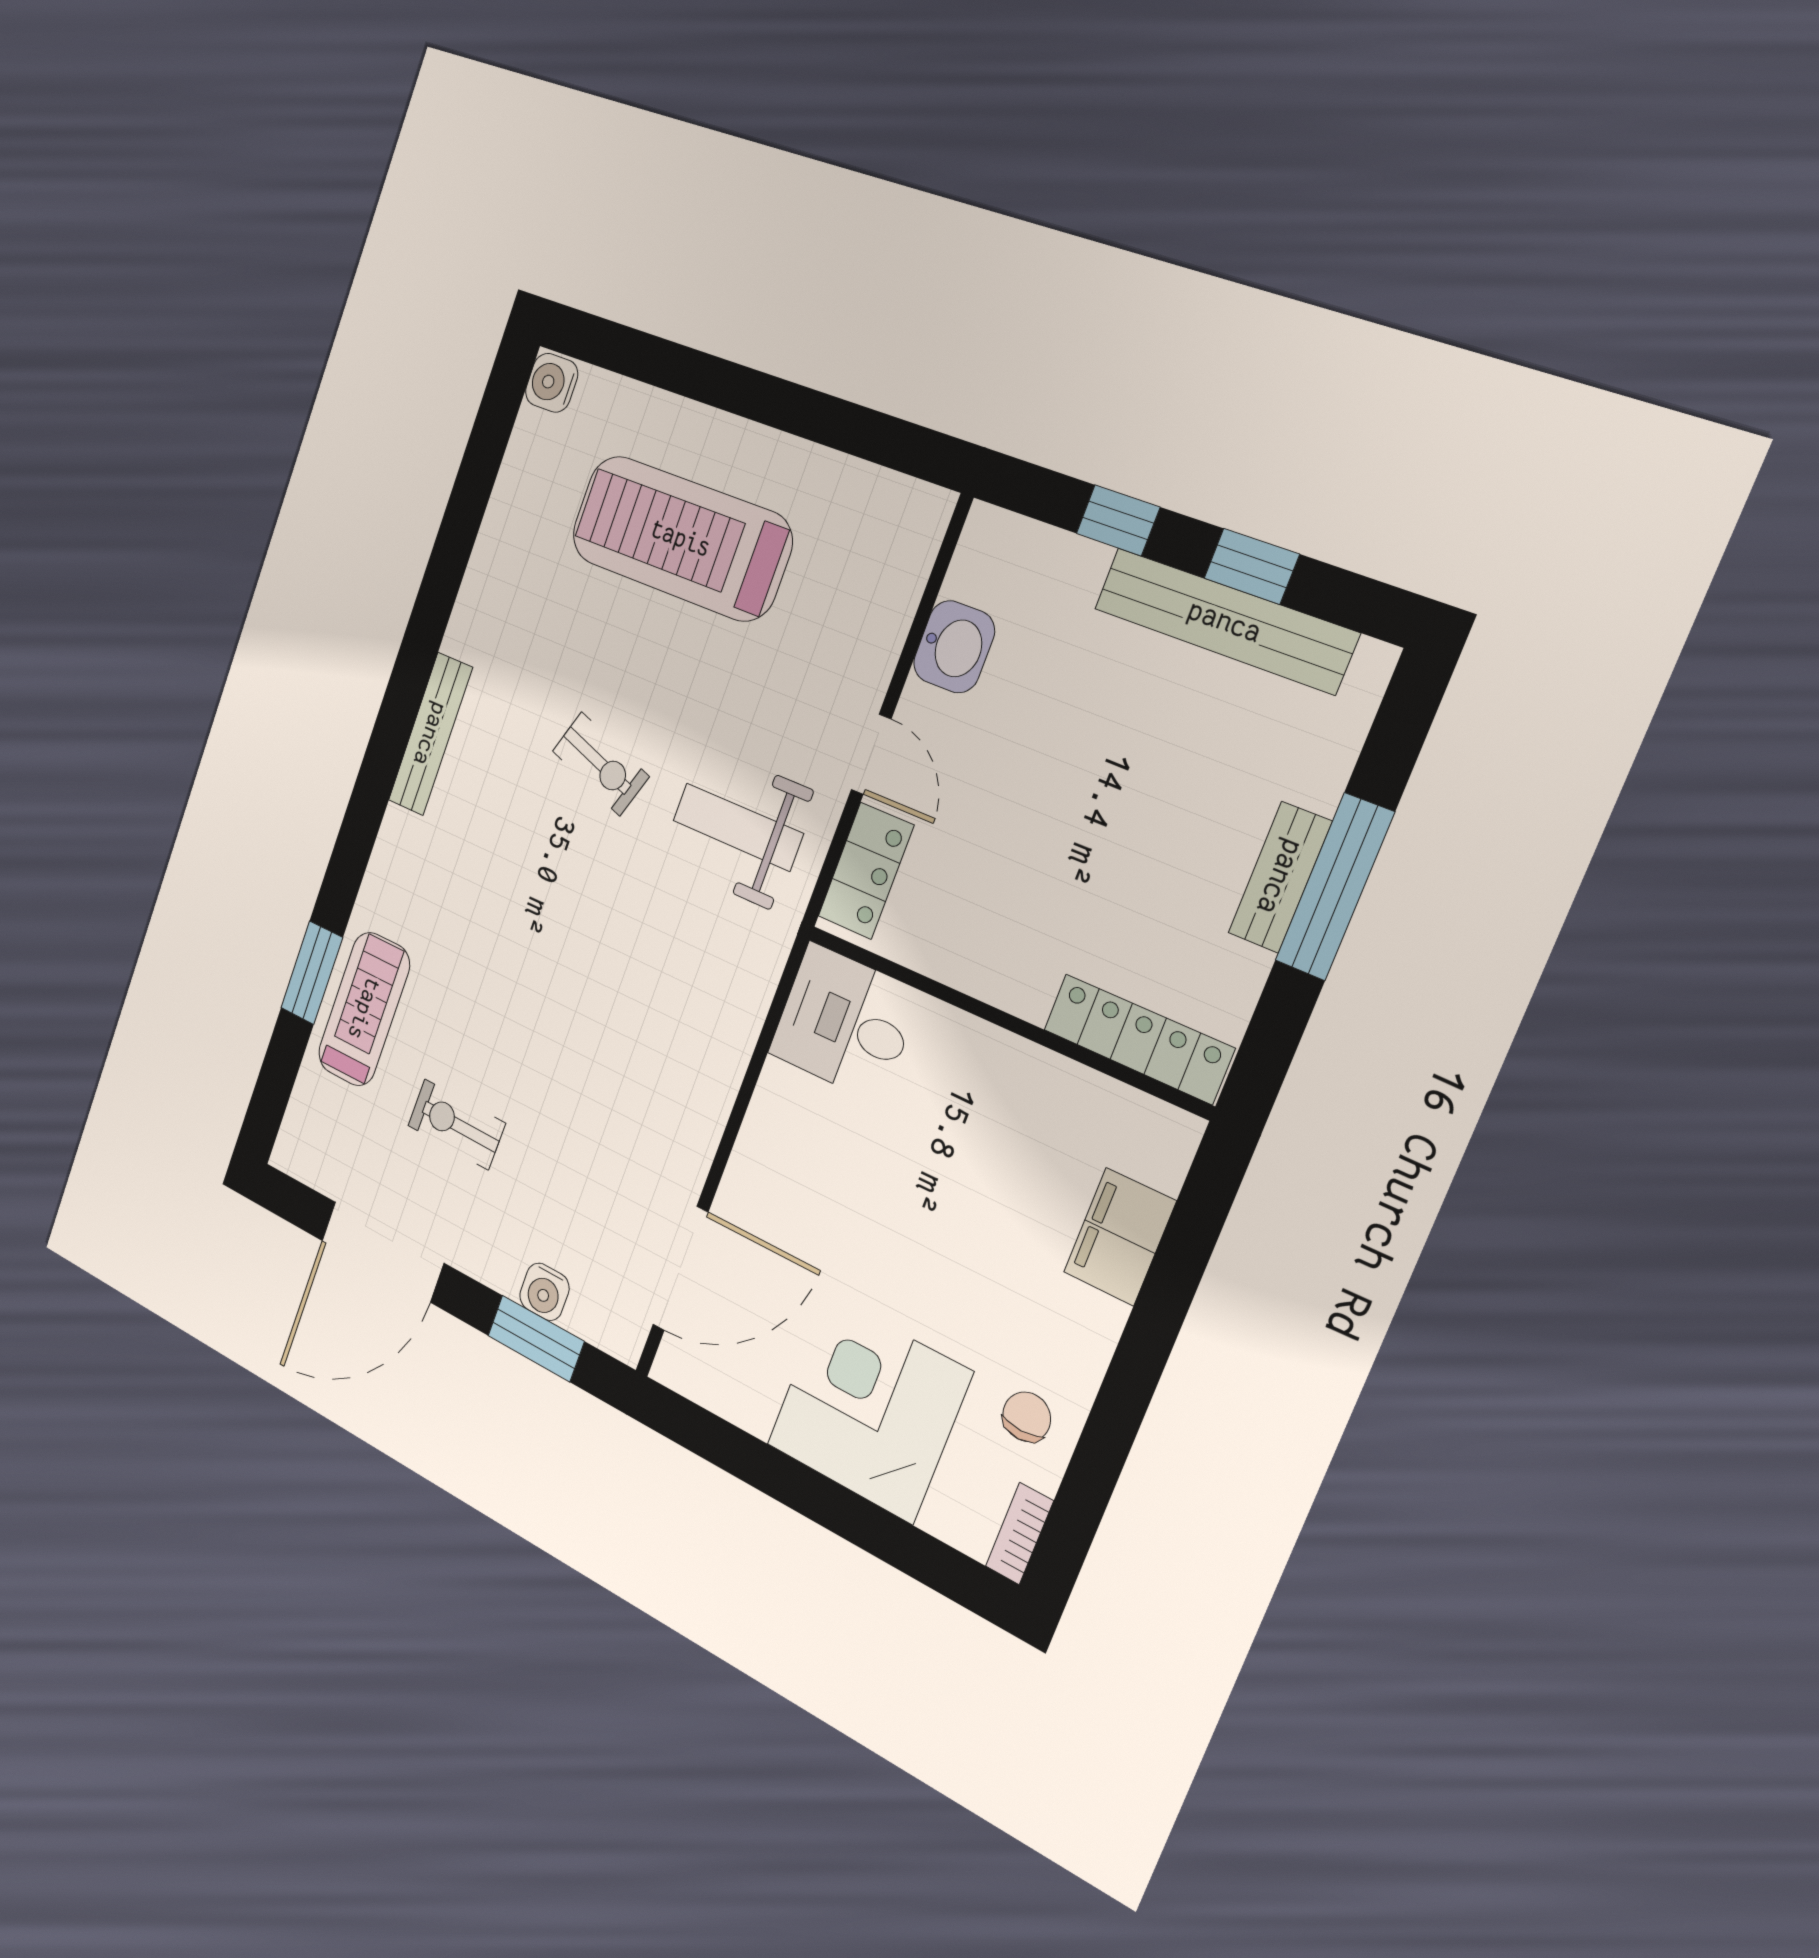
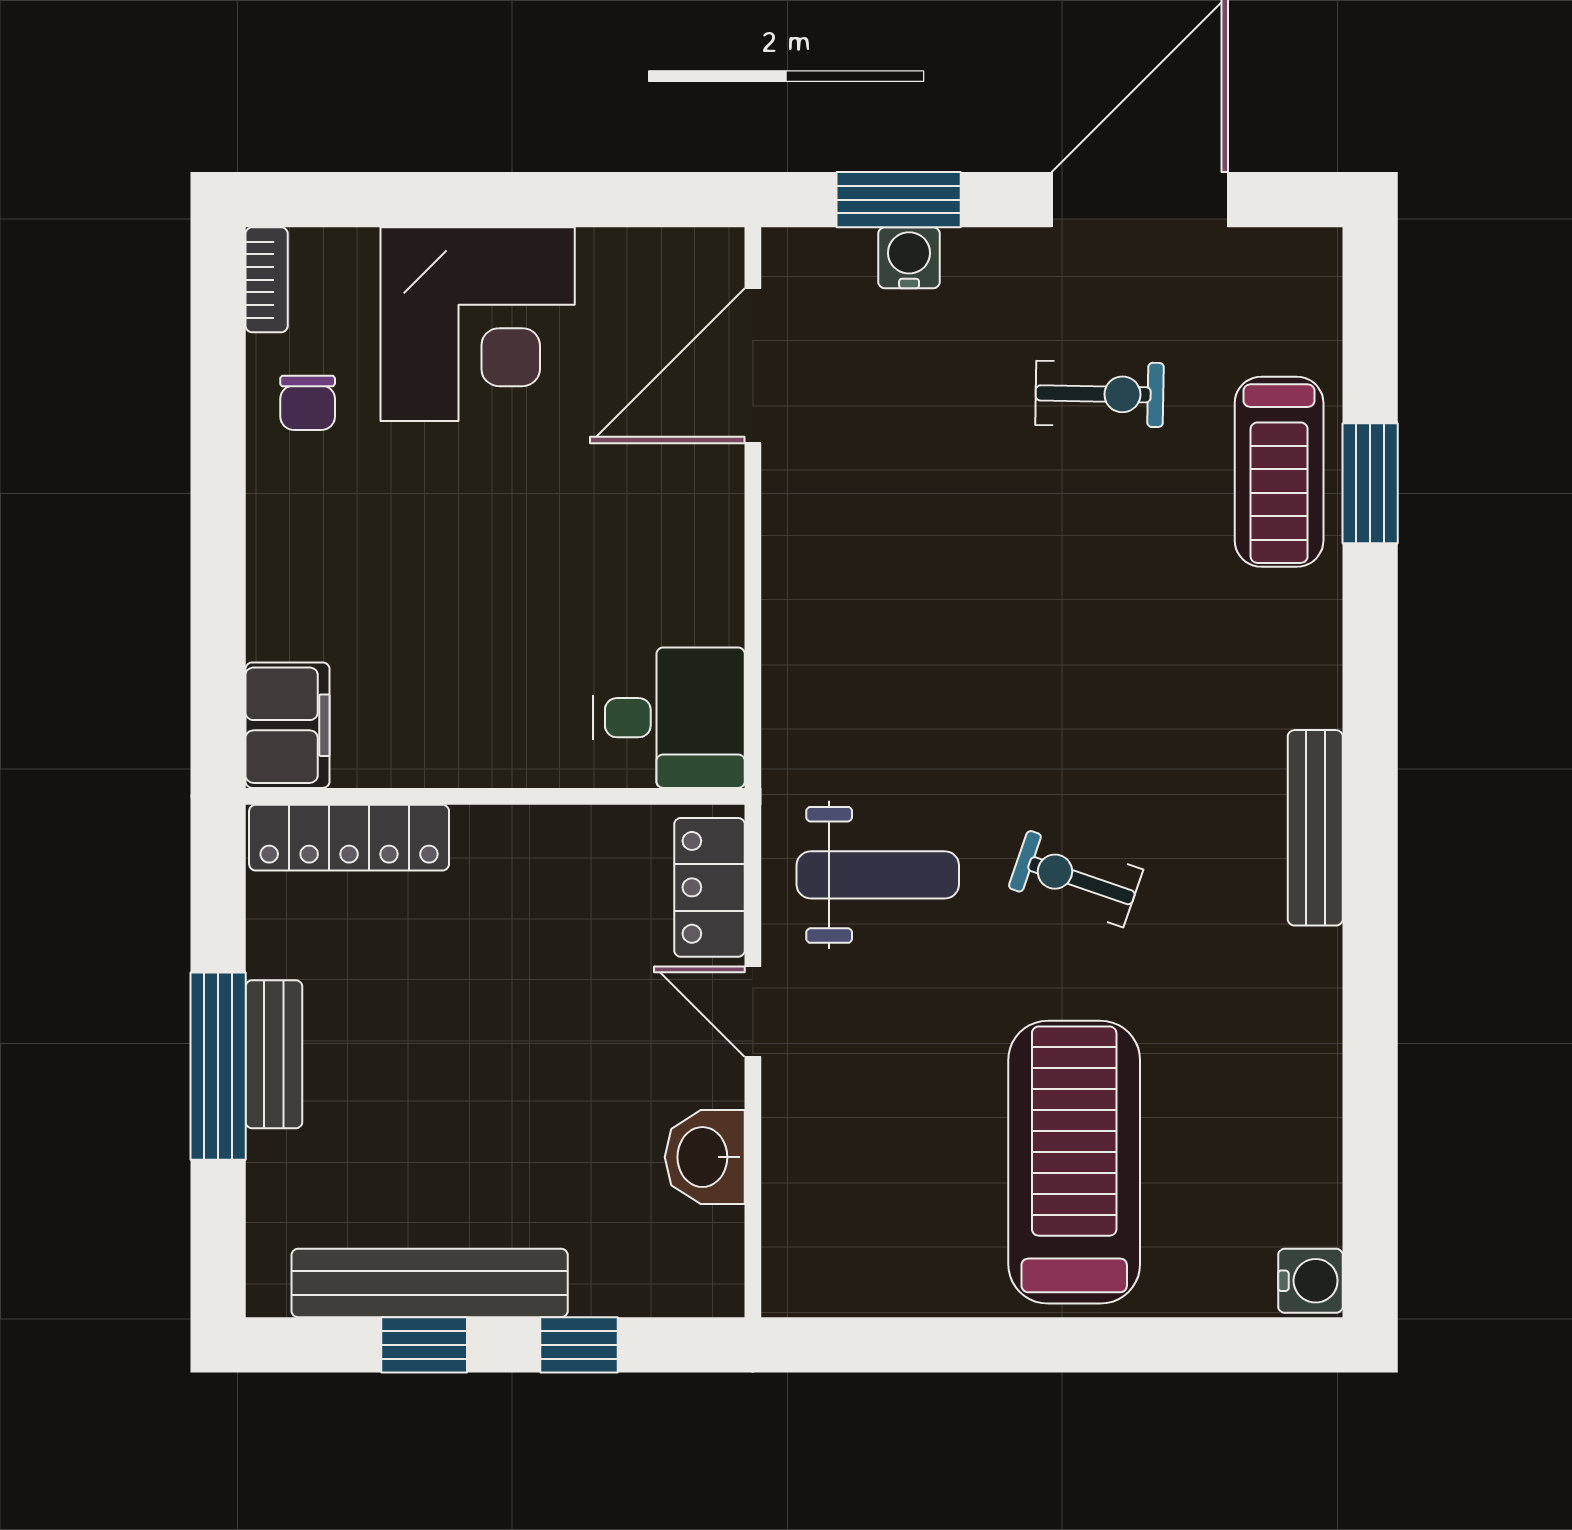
treadmill: (681, 538) -> (1074, 1162), turned -90
filing cabinet: (1120, 1237) -> (287, 725), moved

